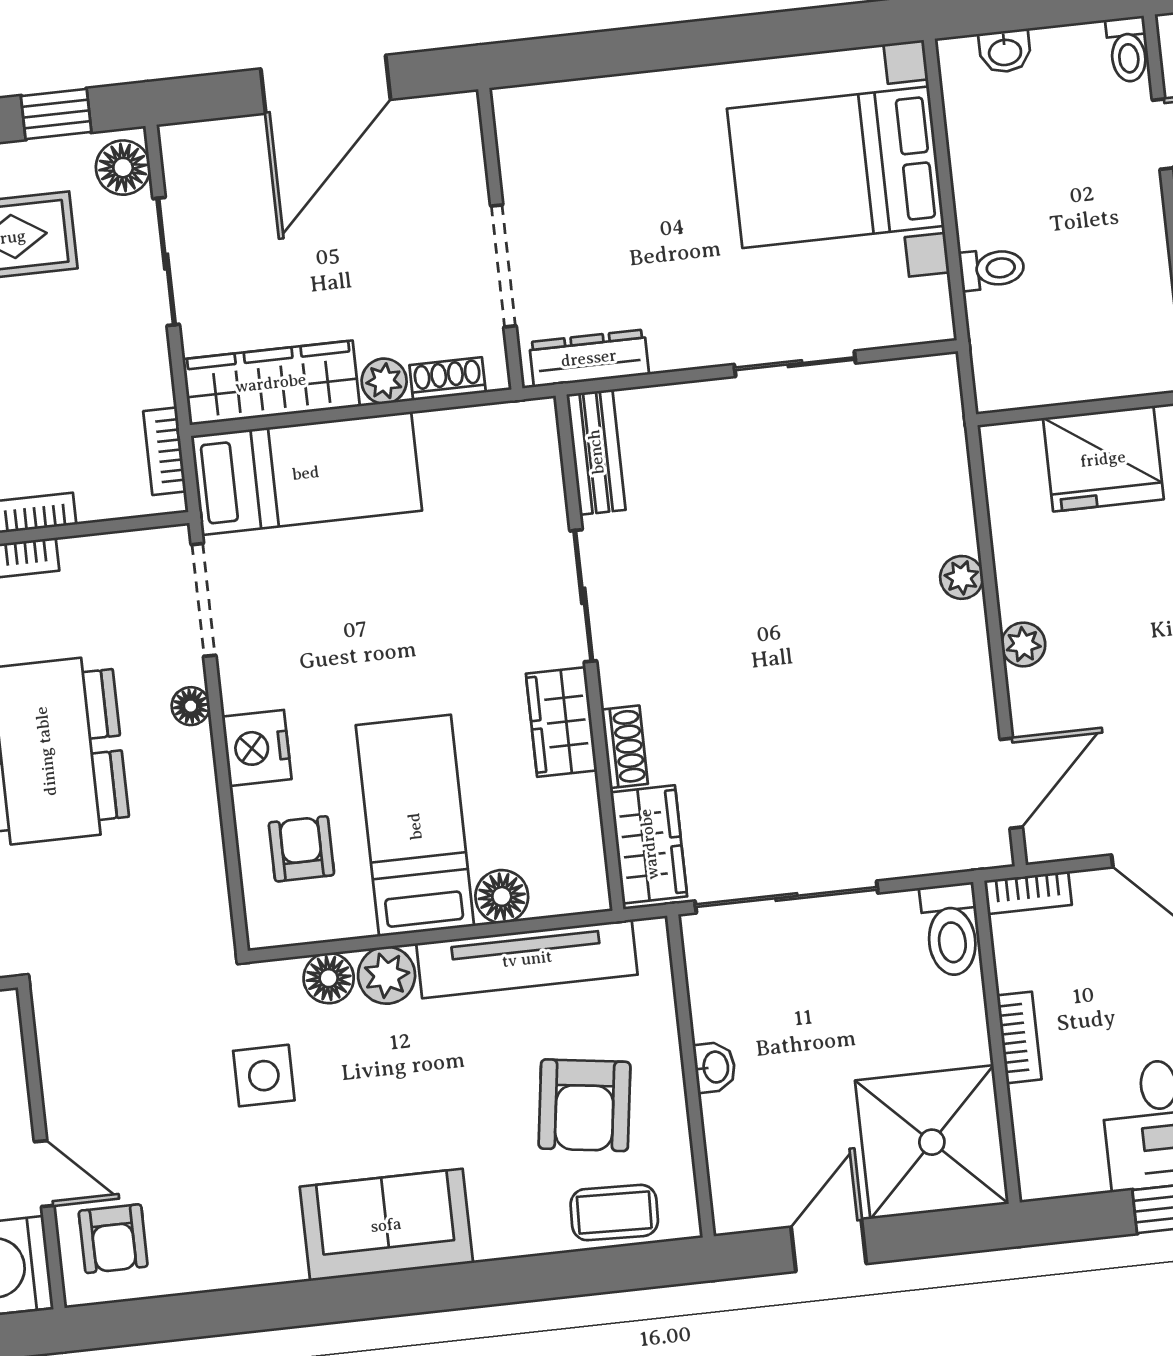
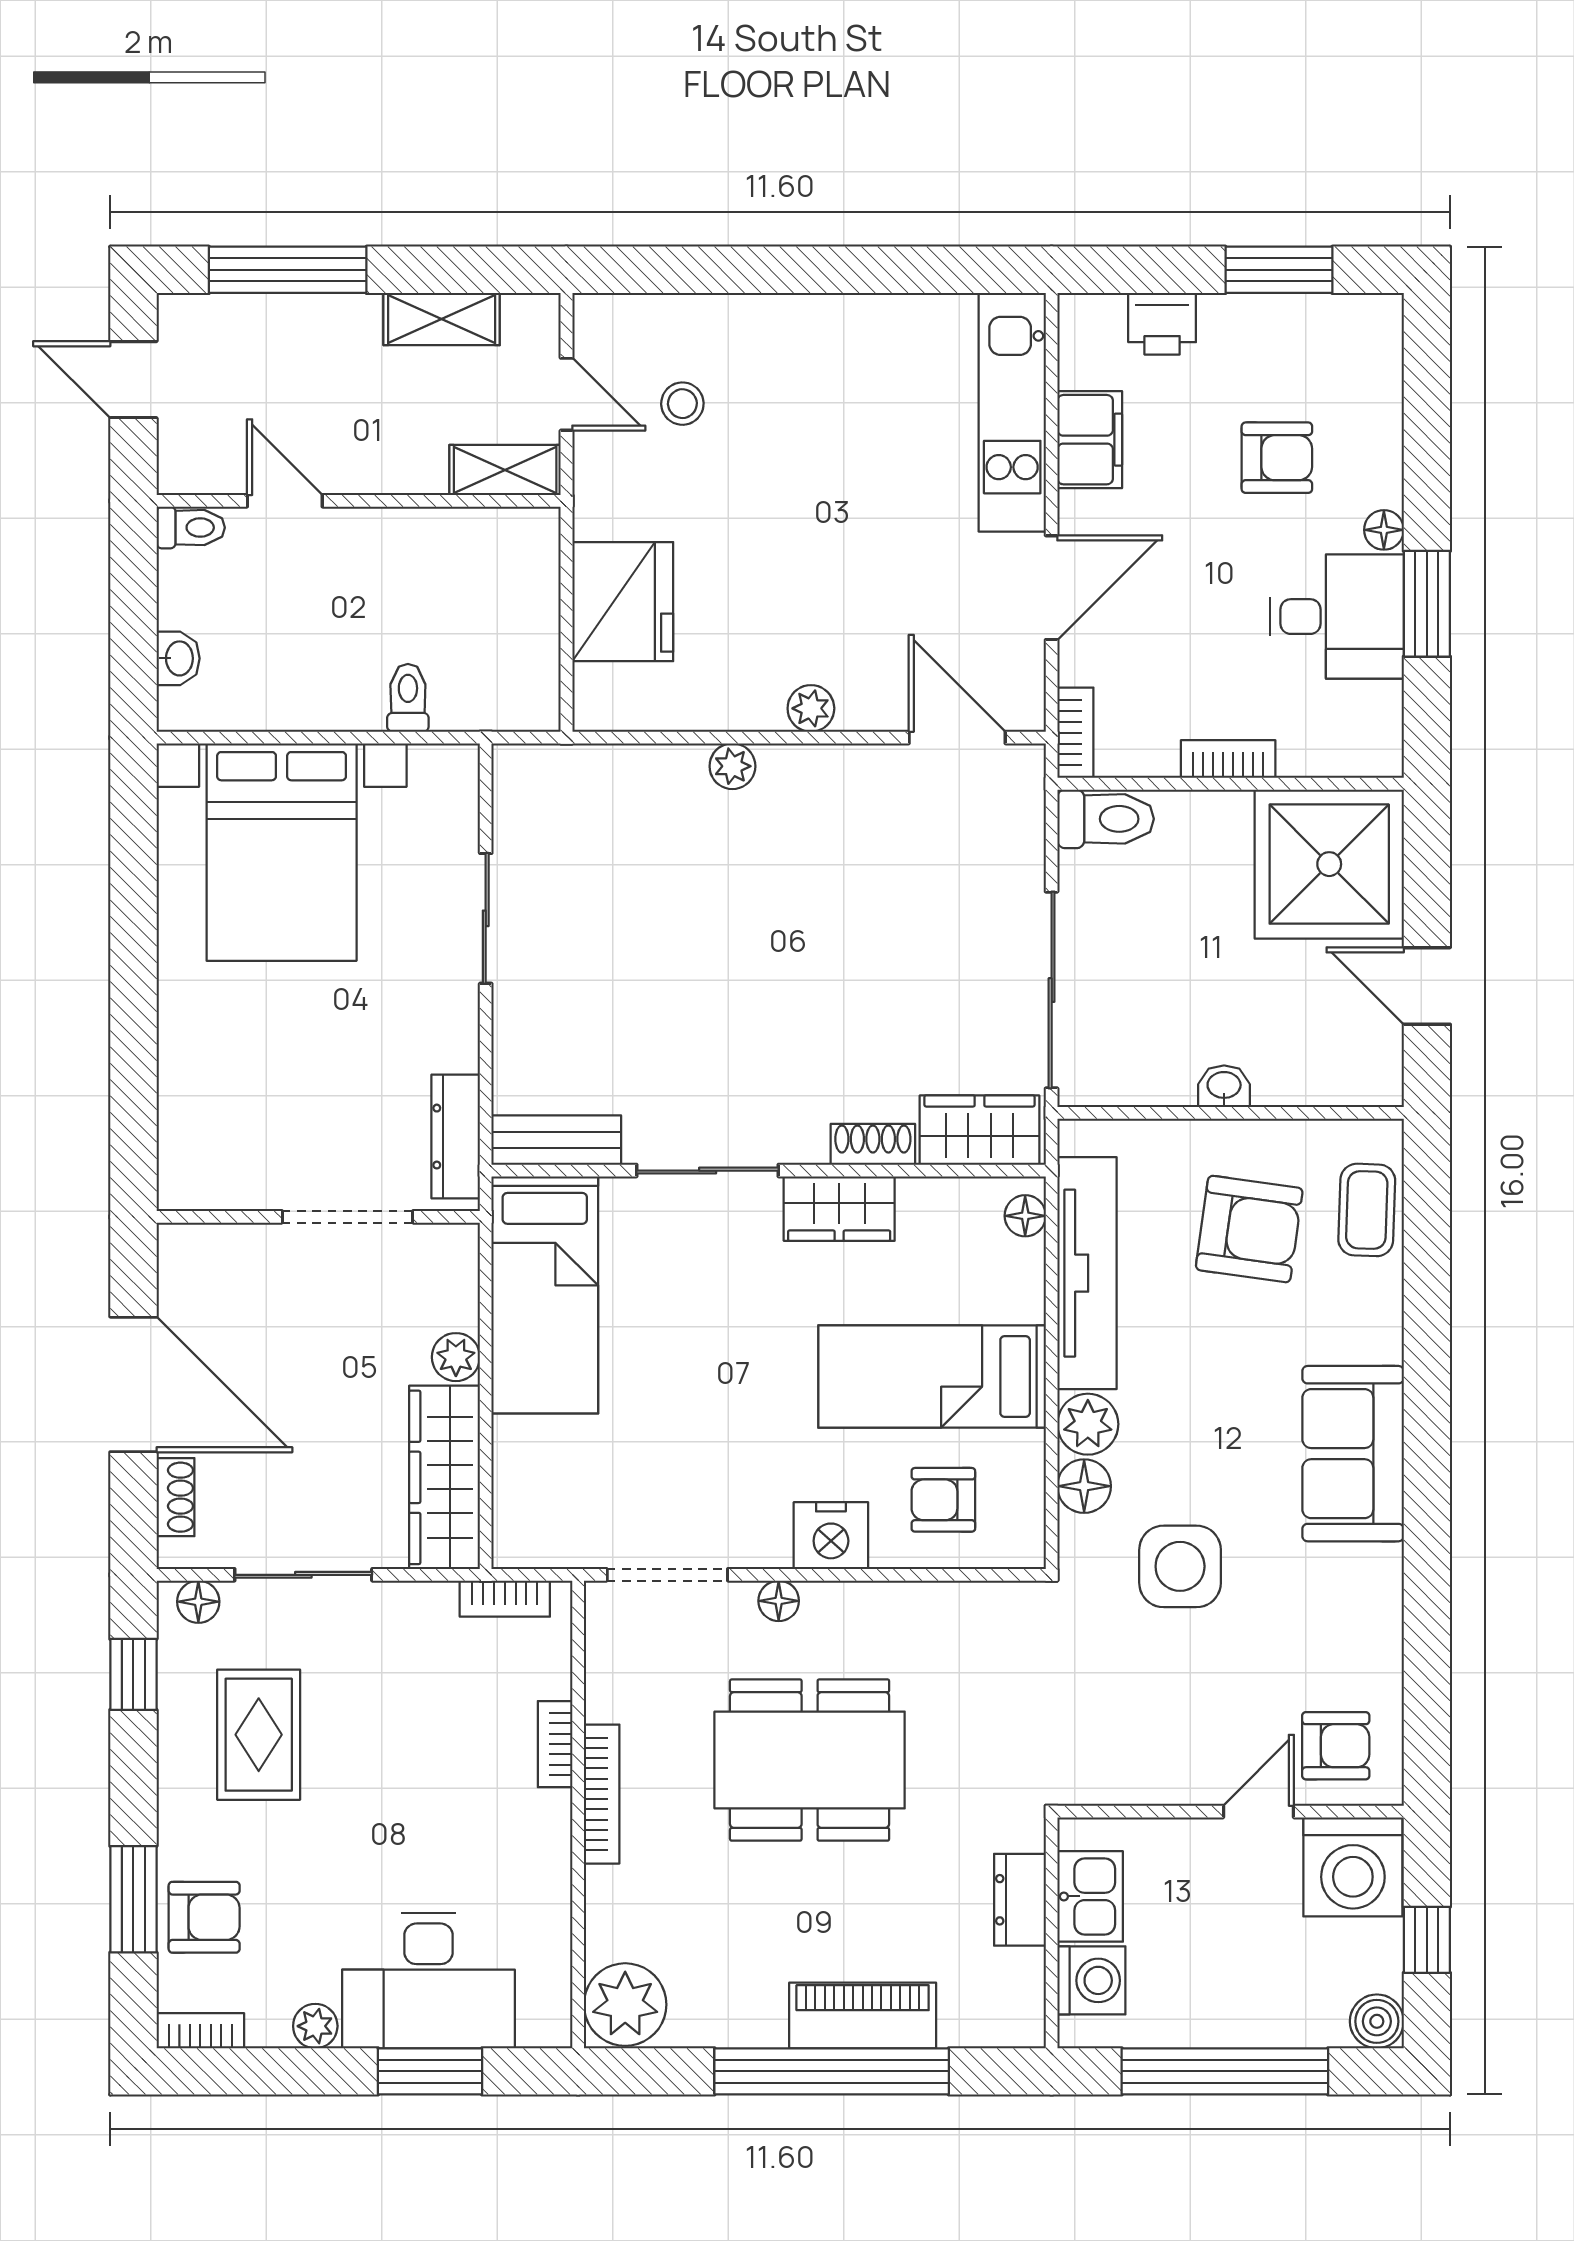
floor lamp: (123, 168) -> (198, 1602), width x0.73, depth x0.73
shoe rack: (448, 379) -> (176, 1497), moved, turned 180
bed: (306, 473) -> (545, 1295), moved, turned 180
floor lamp: (502, 896) -> (1025, 1216), moved, width x0.73, depth x0.73
side table: (264, 1076) -> (1180, 1566), width x1.37, depth x1.37

